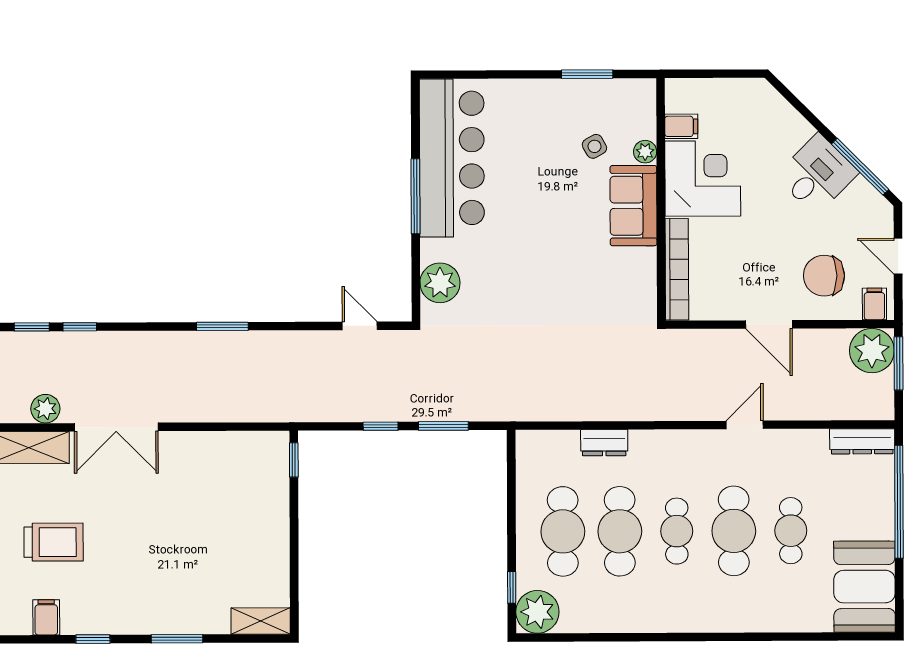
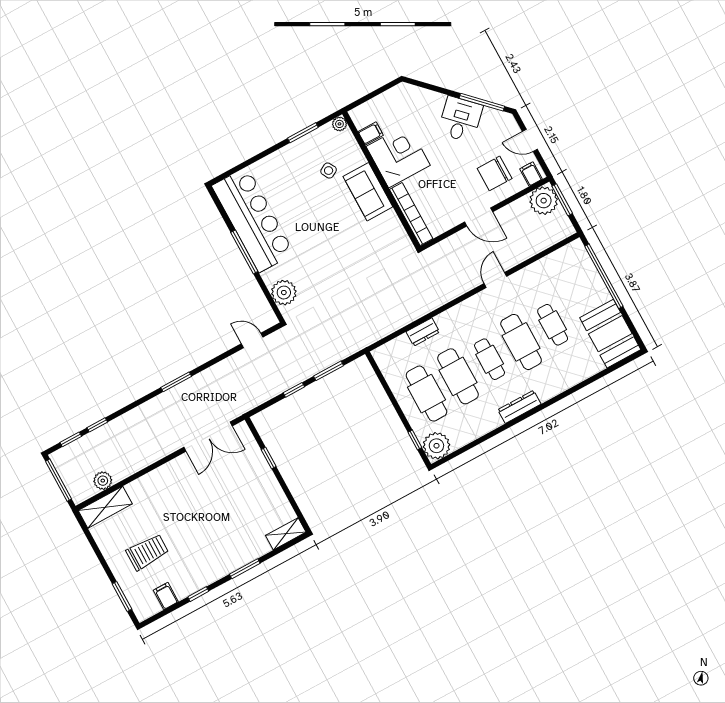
plant: (645, 152) -> (339, 124), moved
double door: (116, 427) -> (208, 437), moved
dresser: (862, 441) -> (519, 407), moved, turned 180
window: (294, 460) -> (269, 458), moved

